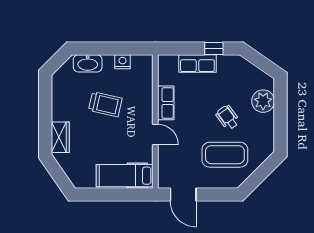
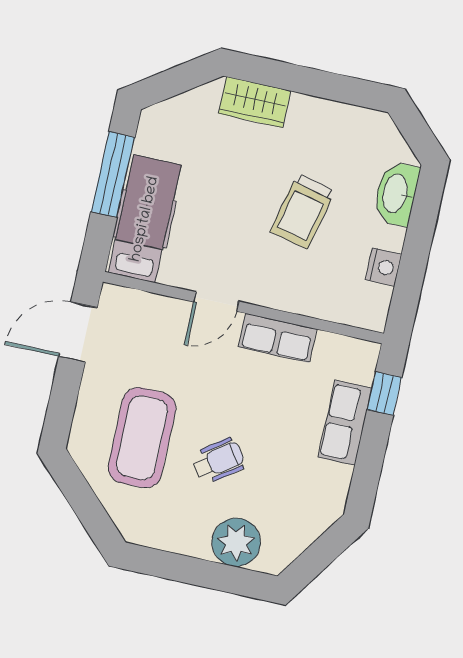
window: (214, 48) -> (384, 393), moved
window: (108, 195) -> (113, 175), added

